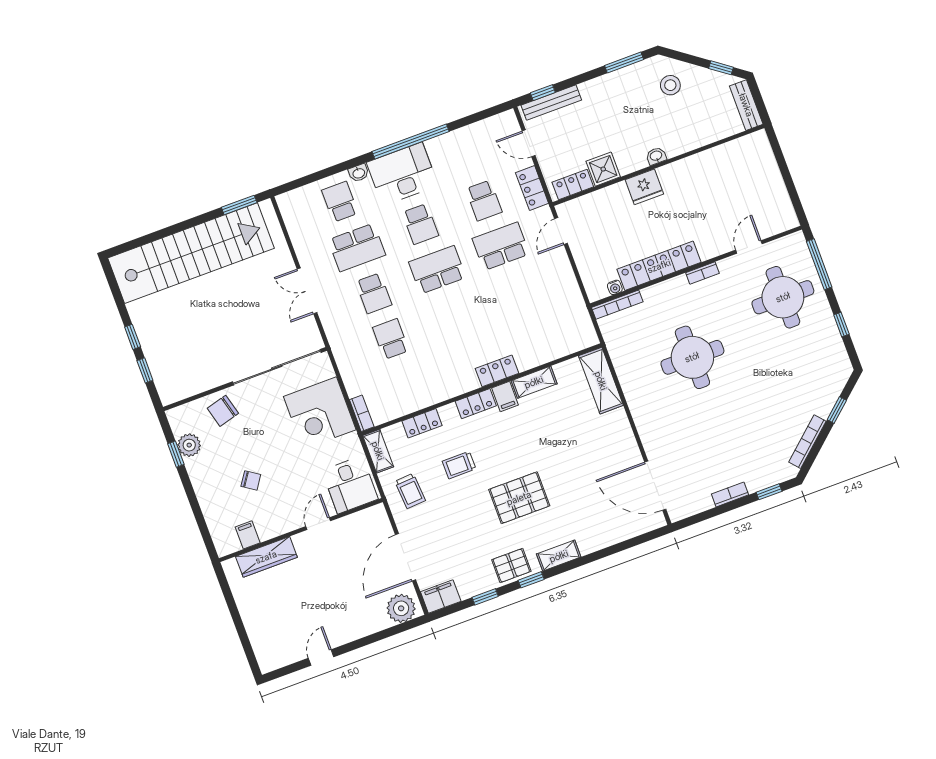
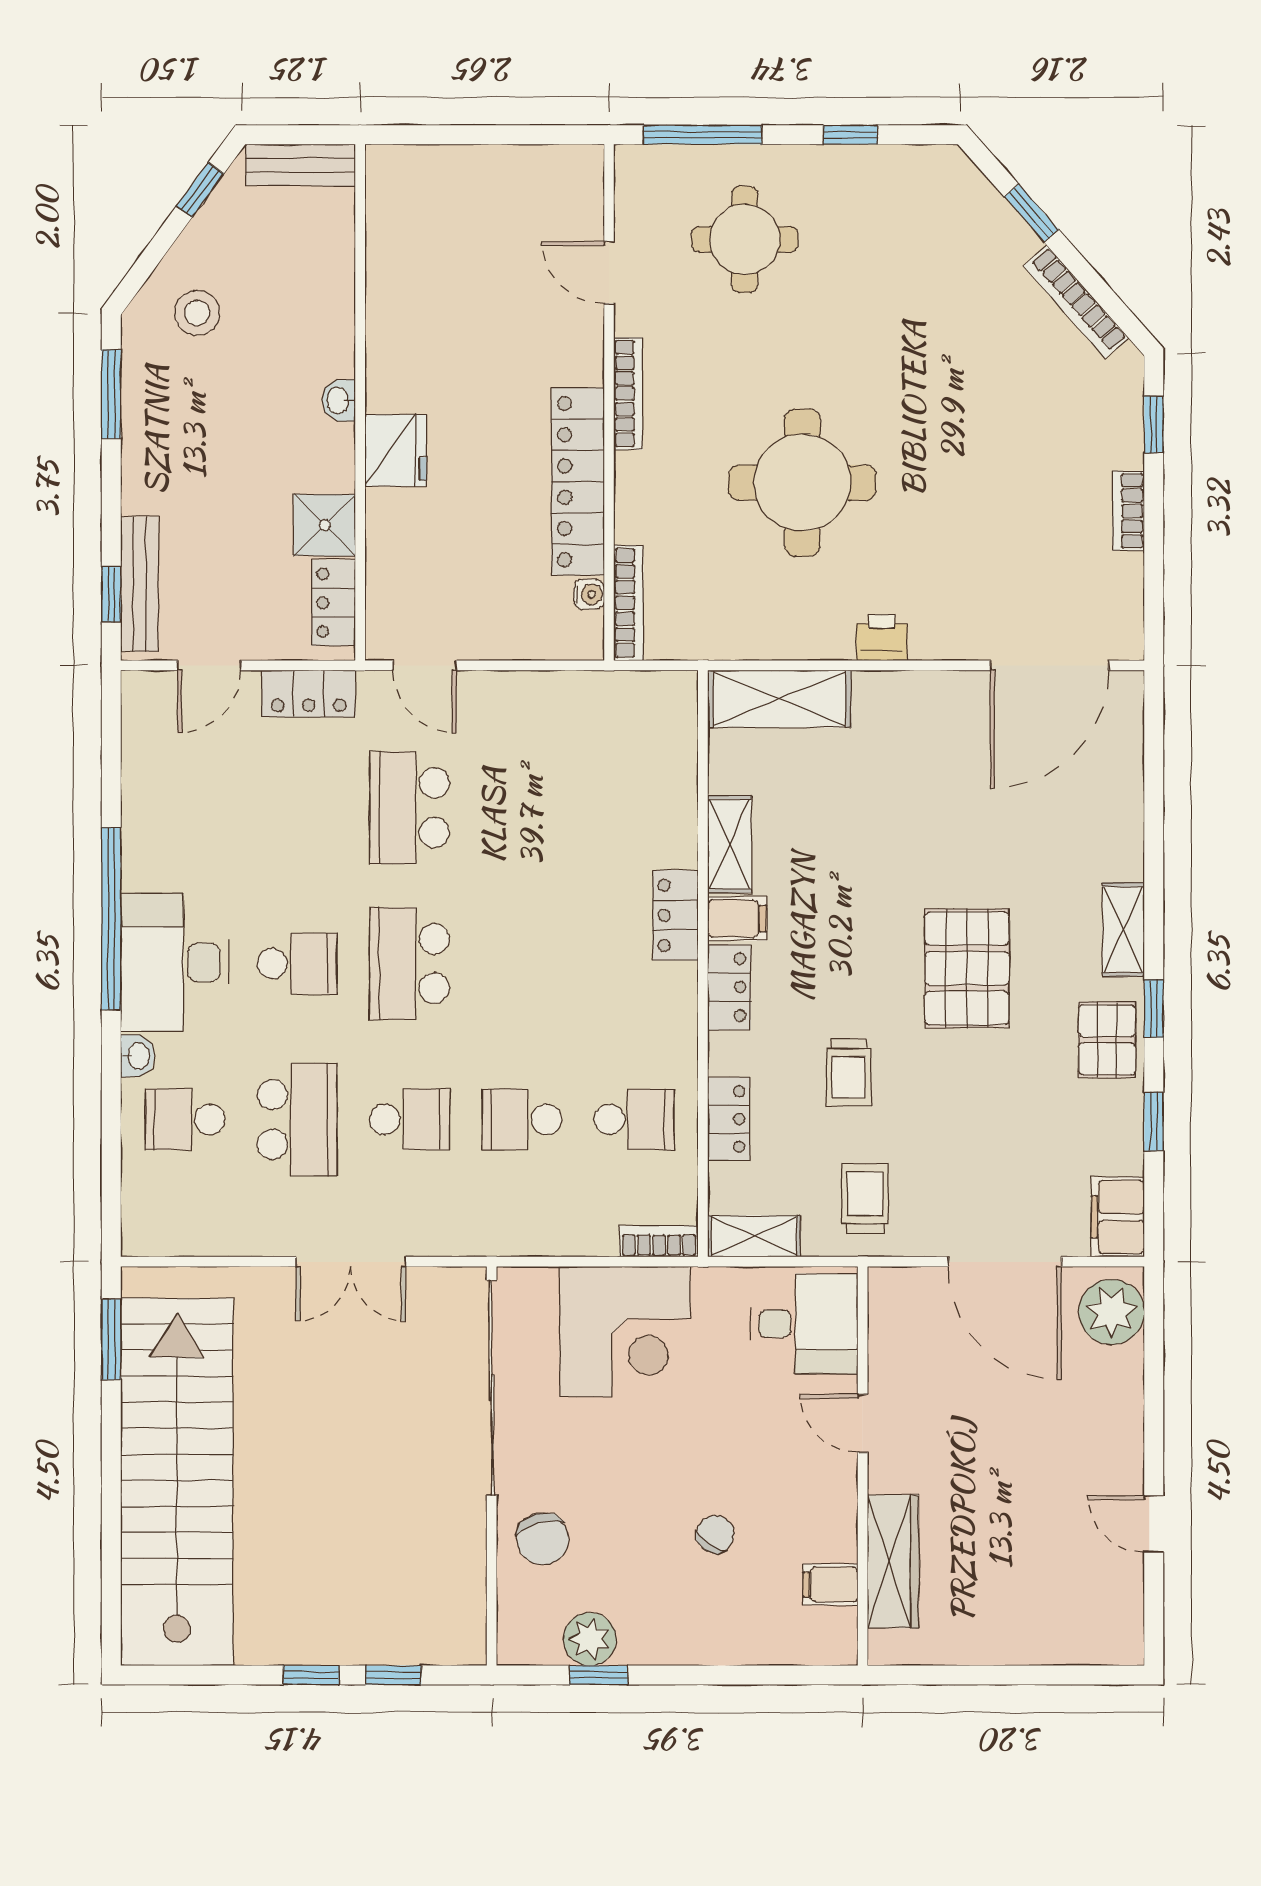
school desk: (484, 200) -> (634, 1119), moved
bookcase: (702, 273) -> (628, 394), width x1.56
round table: (783, 297) -> (745, 239), width x0.73, depth x0.73
printer: (641, 413) -> (882, 638), added
trolley: (410, 491) -> (865, 1199), turned -86

